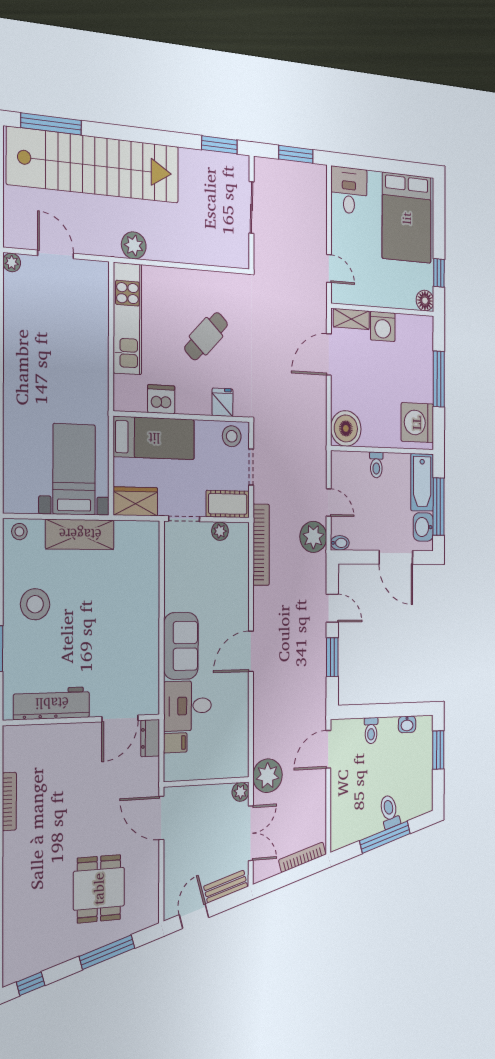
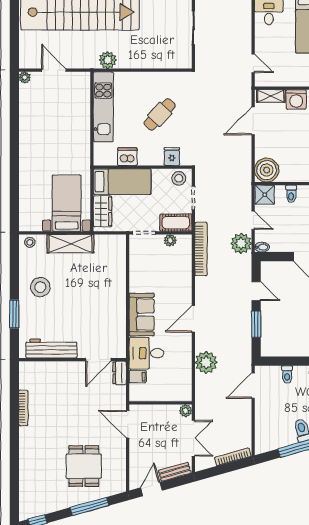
shower: (343, 465) -> (265, 195), added
wardrobe: (135, 501) -> (102, 211), moved, turned 90
plant: (268, 776) -> (206, 362), moved

